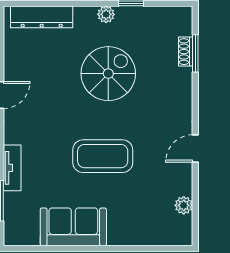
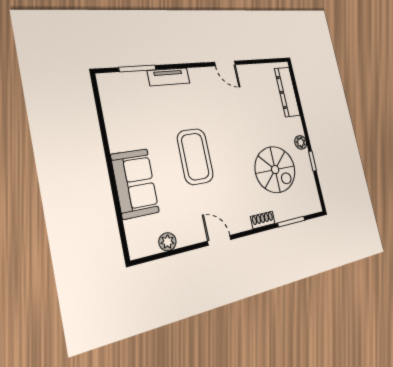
shoe rack: (186, 52) -> (263, 220), moved
spiral stairs: (108, 74) -> (275, 170), moved
sofa: (73, 227) -> (135, 183), moved

